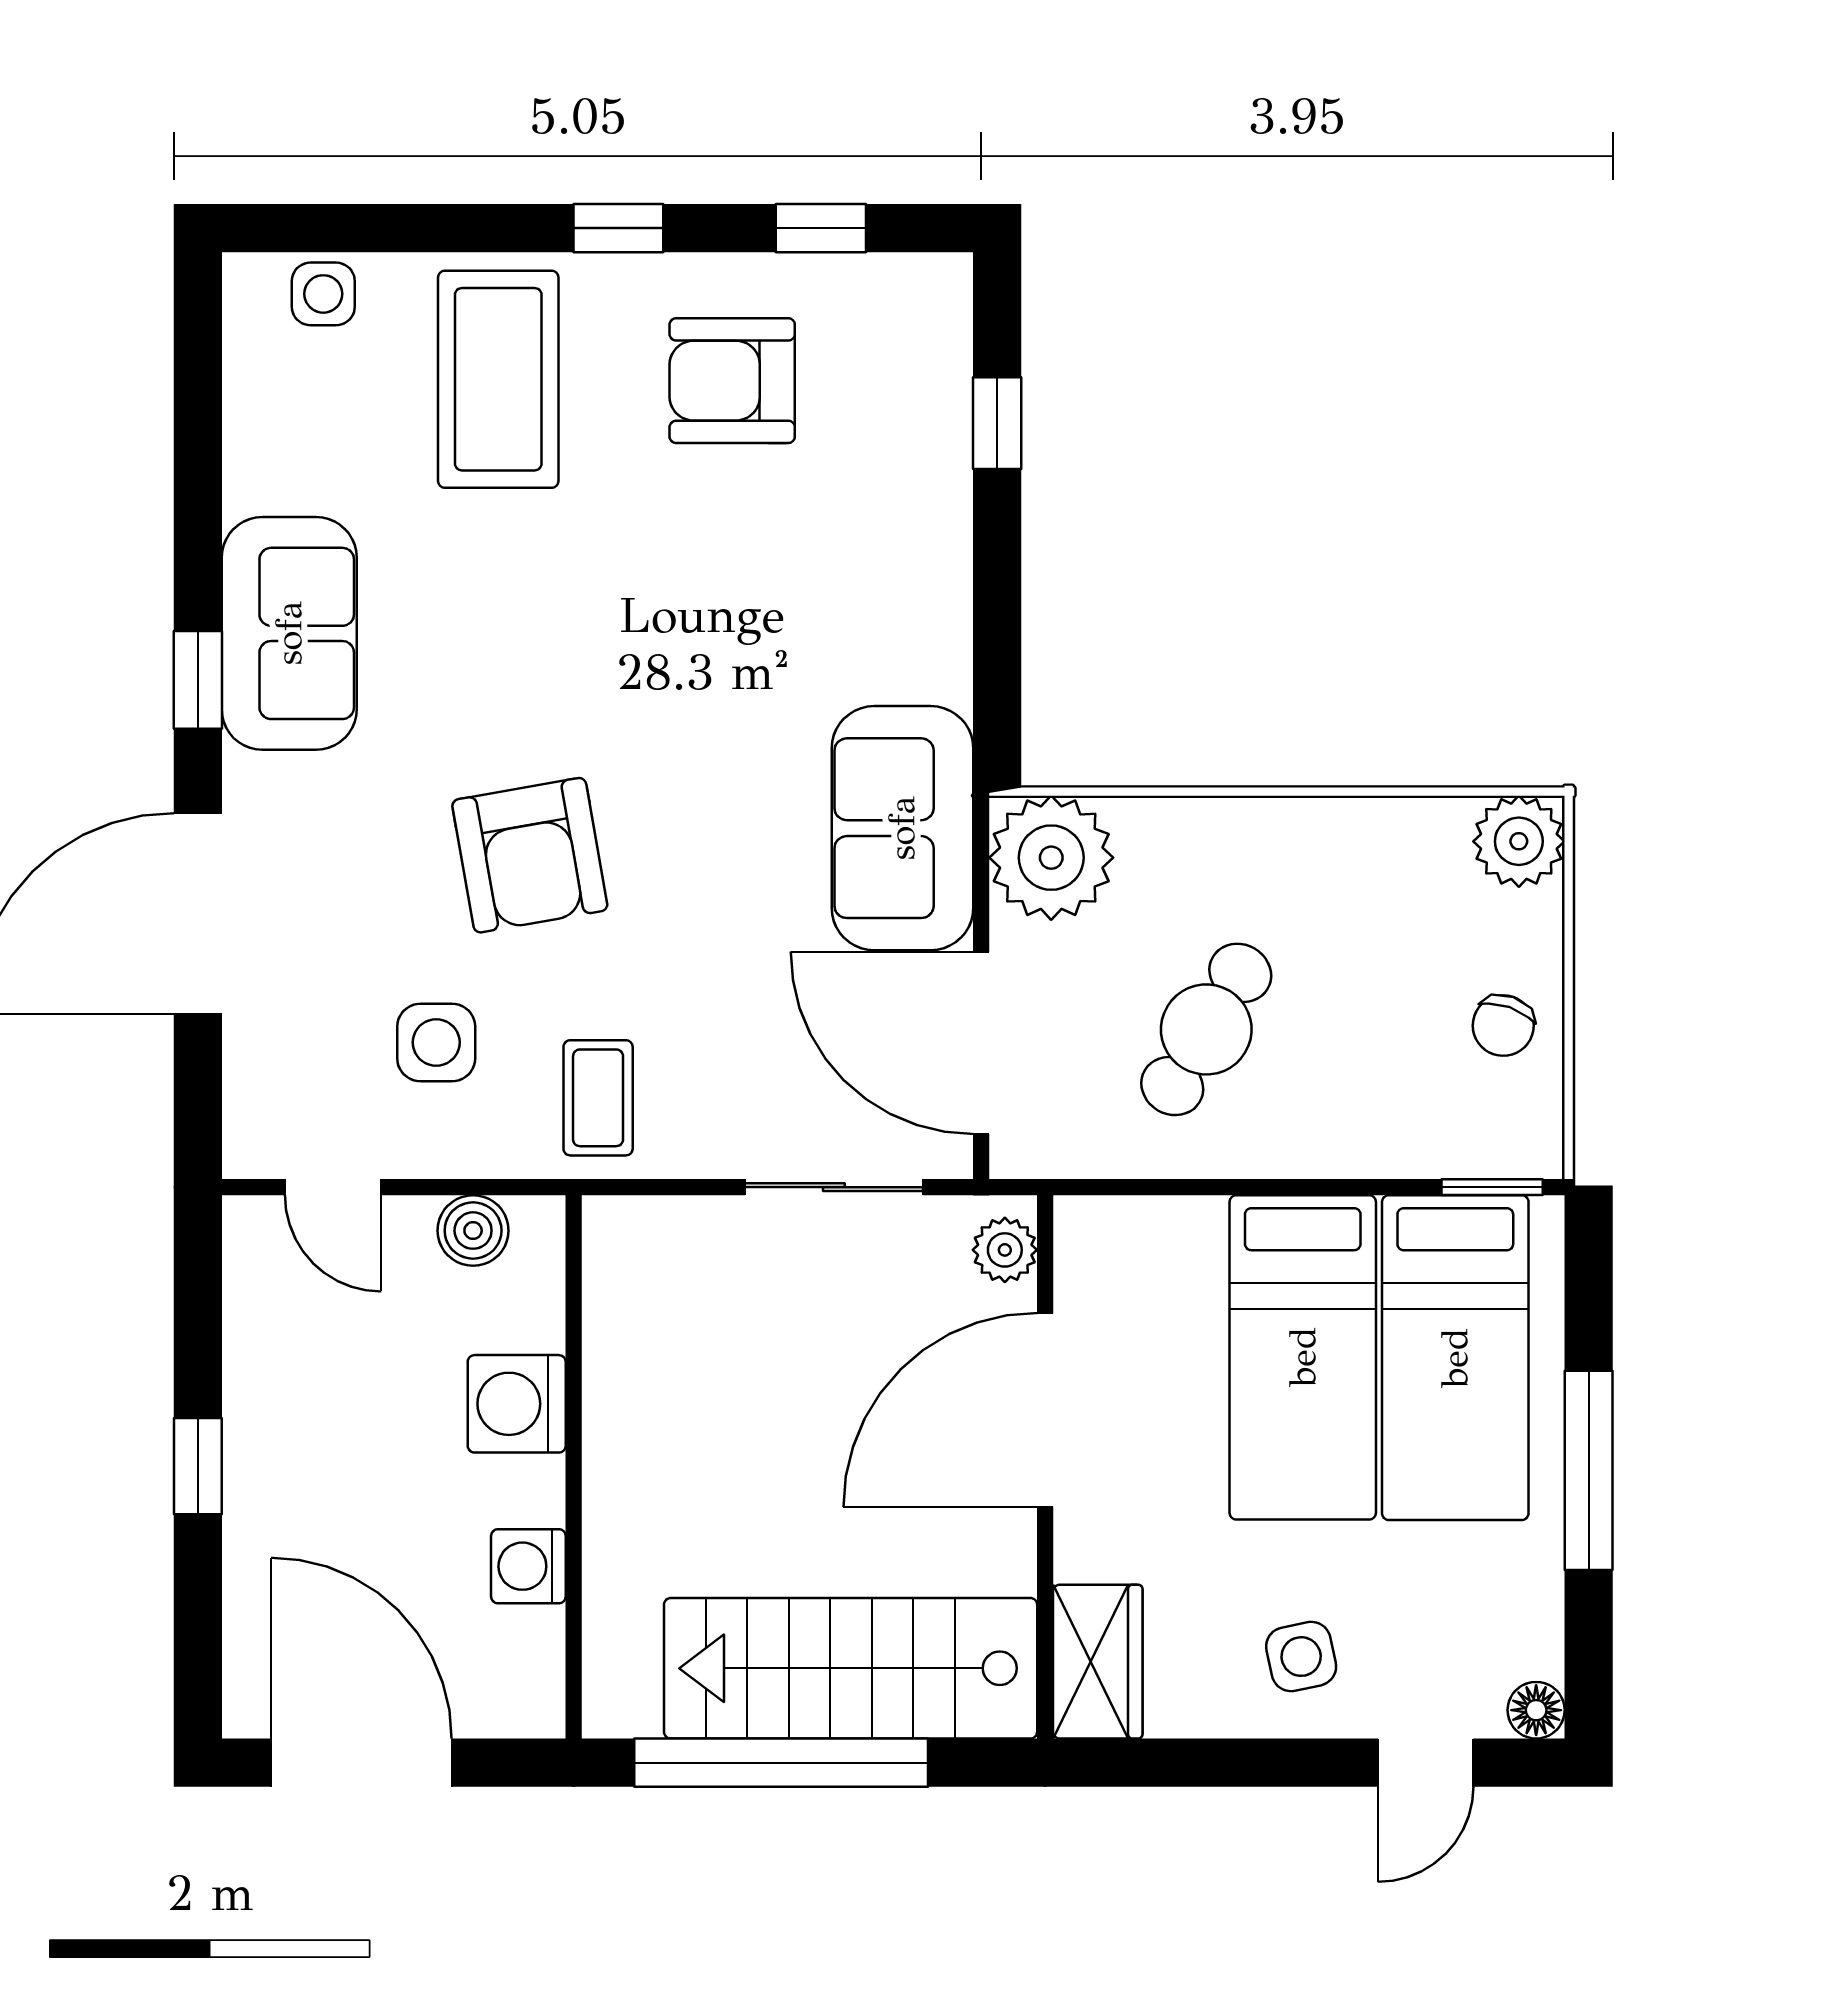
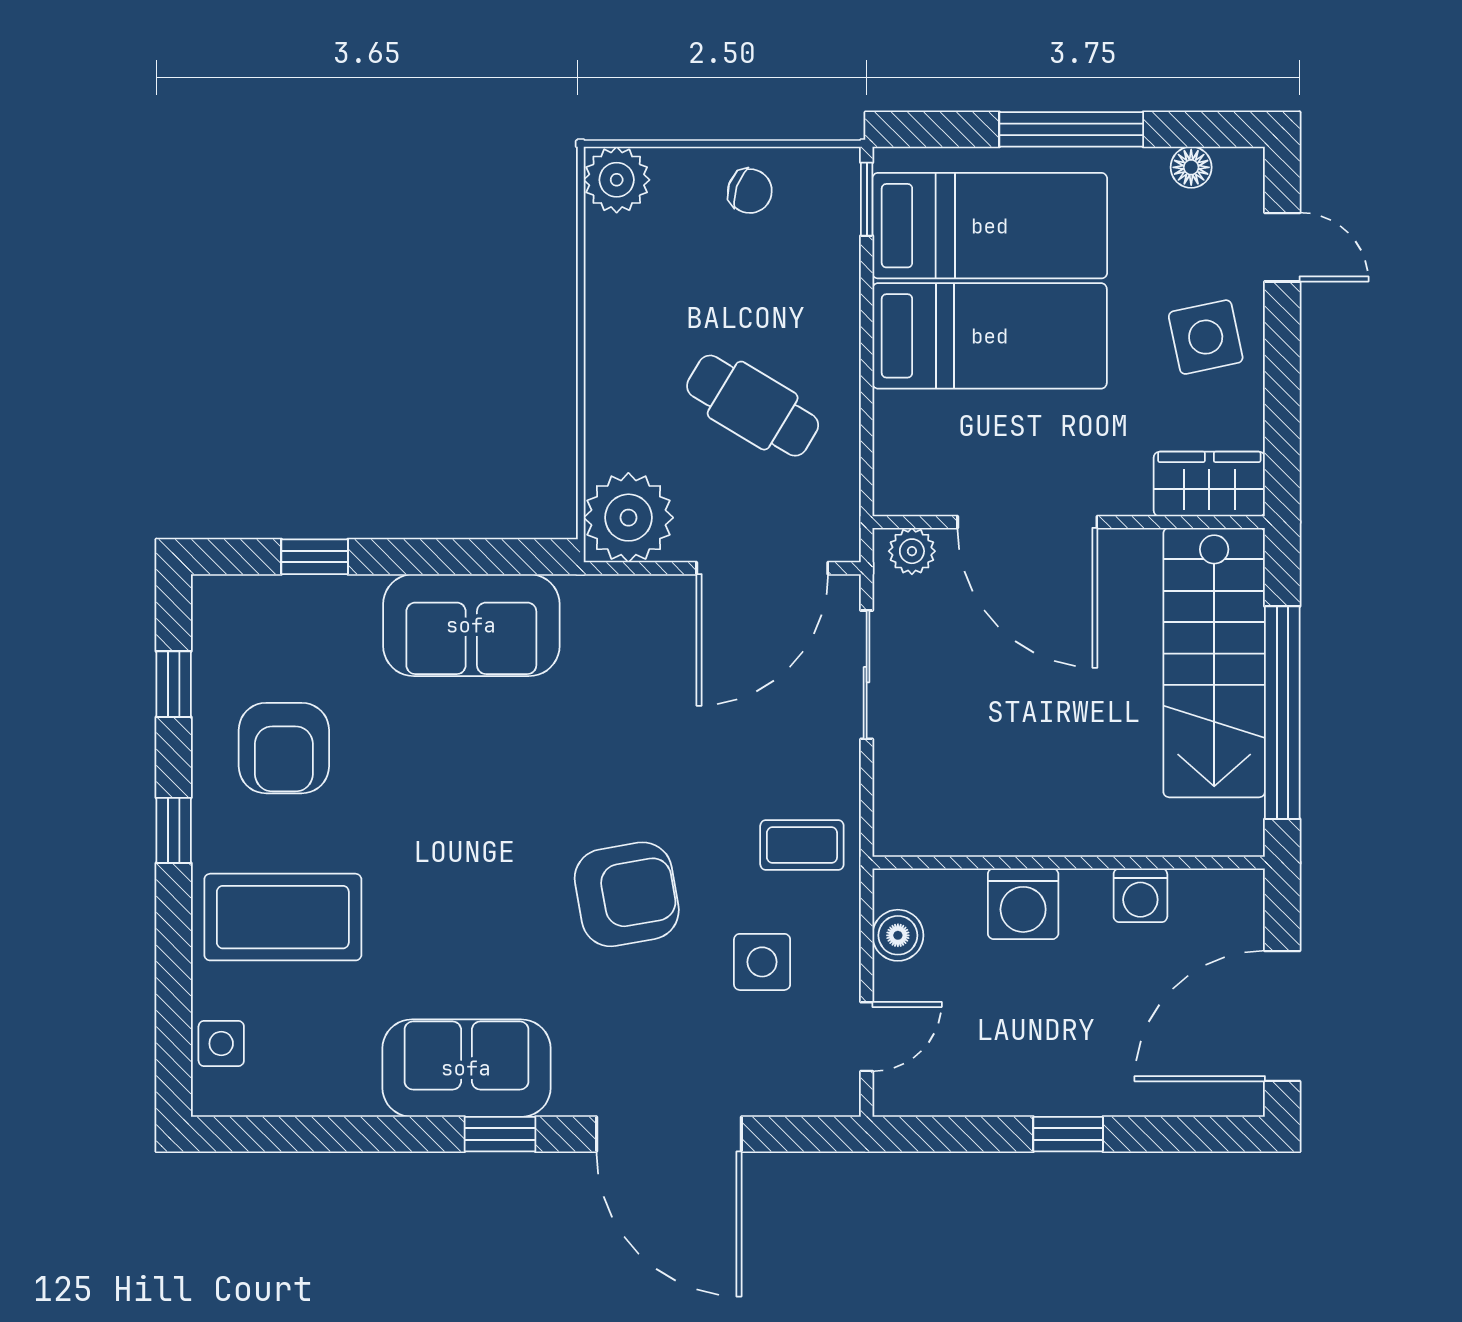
sofa: (902, 828) -> (471, 625), moved
side table: (1301, 1657) -> (1206, 337), width x1.37, depth x1.37
floor lamp: (1536, 1710) -> (1191, 167), moved

